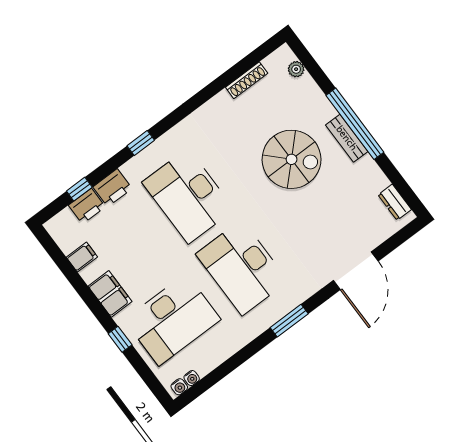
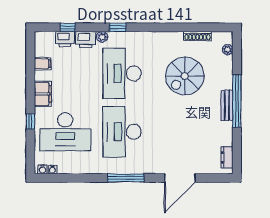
spiral stairs: (292, 159) -> (185, 76), moved, turned 90
plant: (130, 169) -> (102, 37), added
window: (289, 321) -> (126, 178), width x1.44

